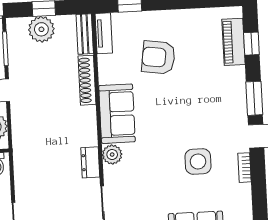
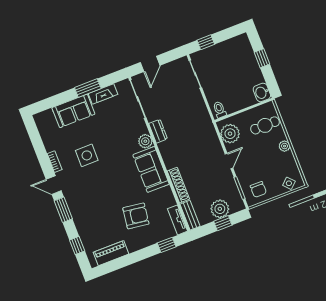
piano: (234, 42) -> (111, 253), moved, turned -90

